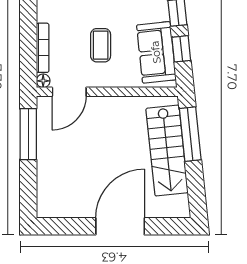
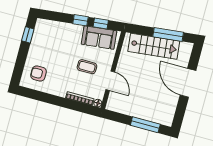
door: (69, 92) -> (110, 81), moved
window: (28, 134) -> (145, 125), moved
window: (190, 134) -> (168, 34), moved

